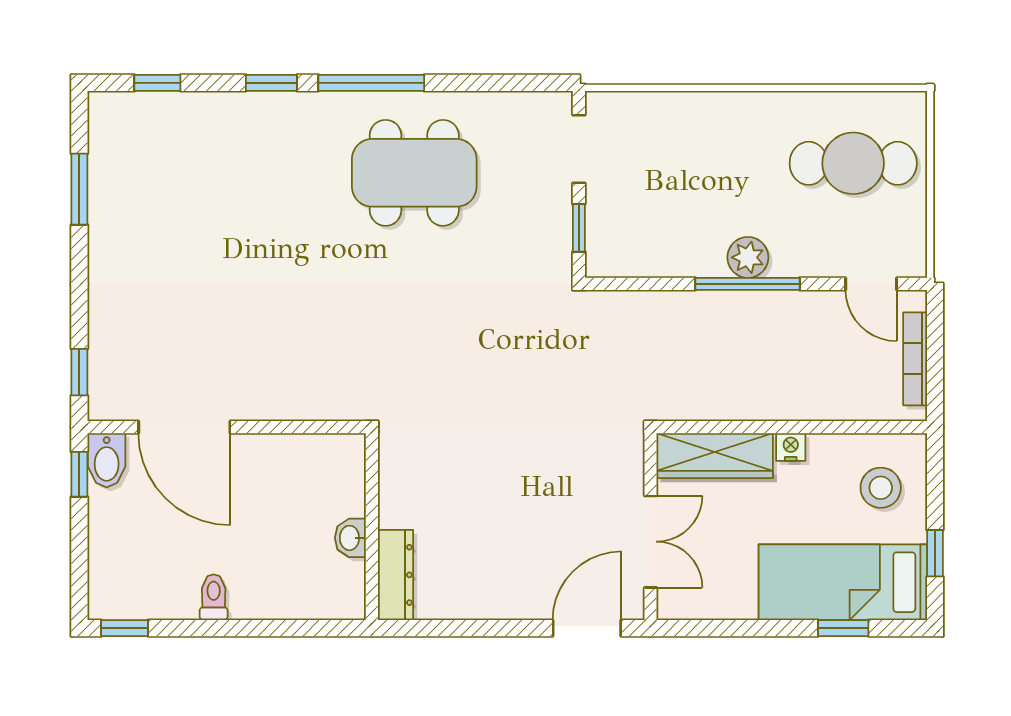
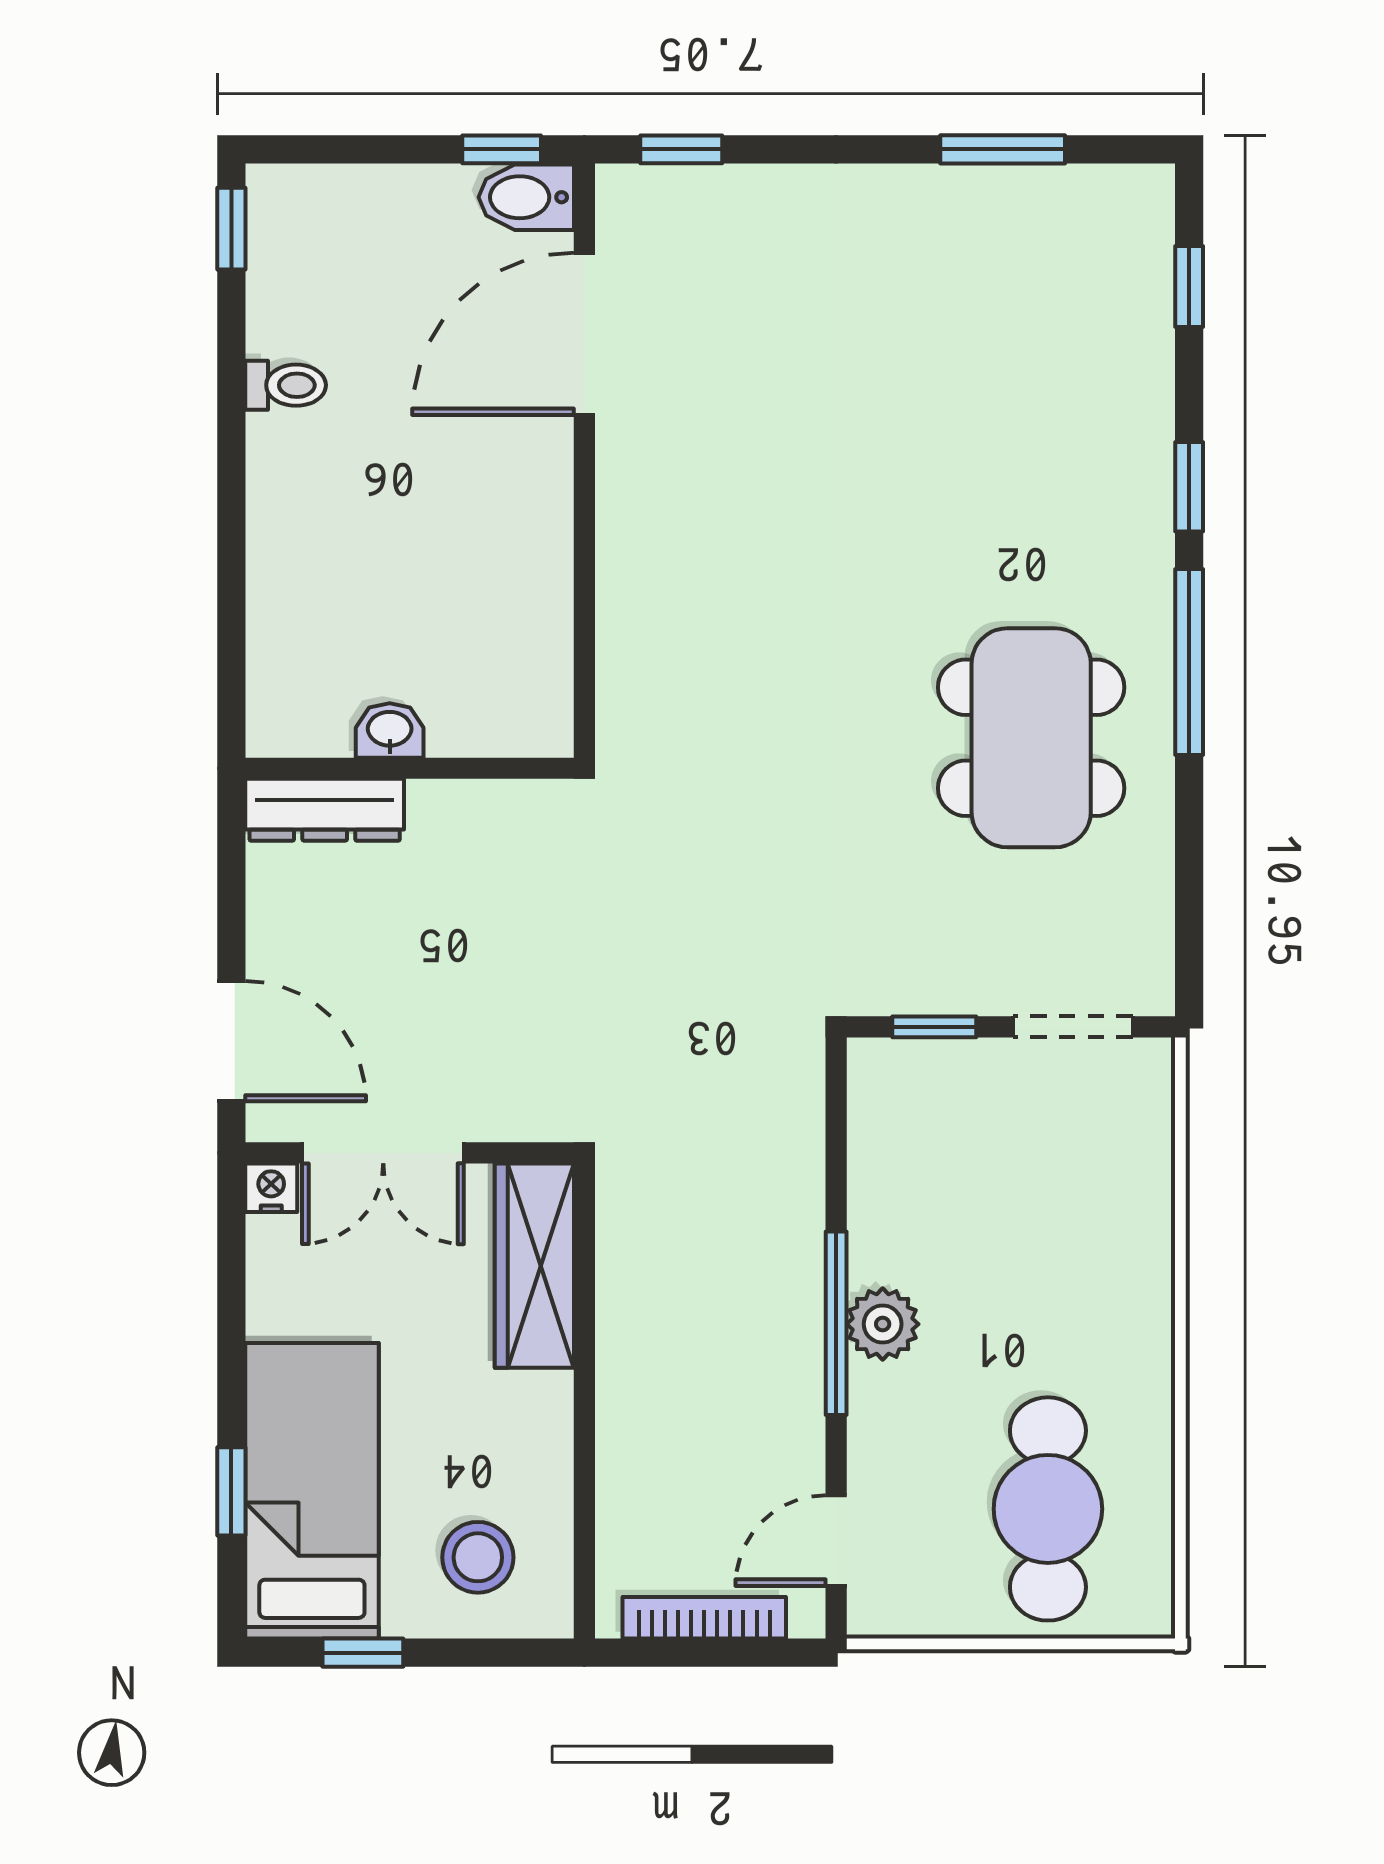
nightstand: (791, 447) -> (271, 1188), moved, turned -90
wall: (372, 527) -> (410, 768), moved
washbasin: (350, 538) -> (390, 730), moved
dresser: (396, 575) -> (325, 810), moved

